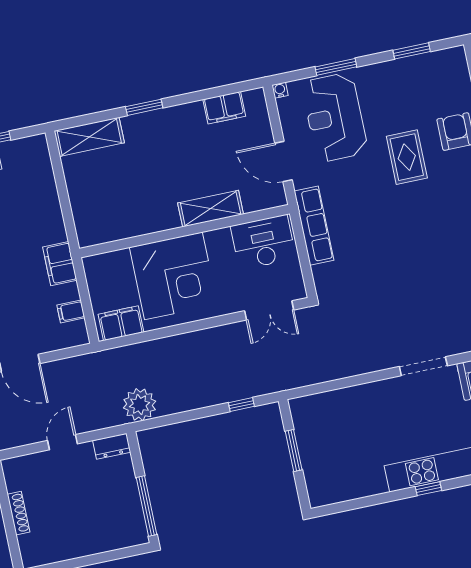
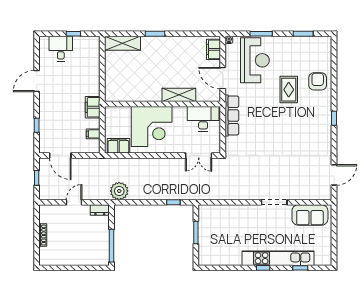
filing cabinet: (224, 108) -> (214, 49), moved, turned 90
reception desk: (335, 117) -> (255, 60), turned 180

